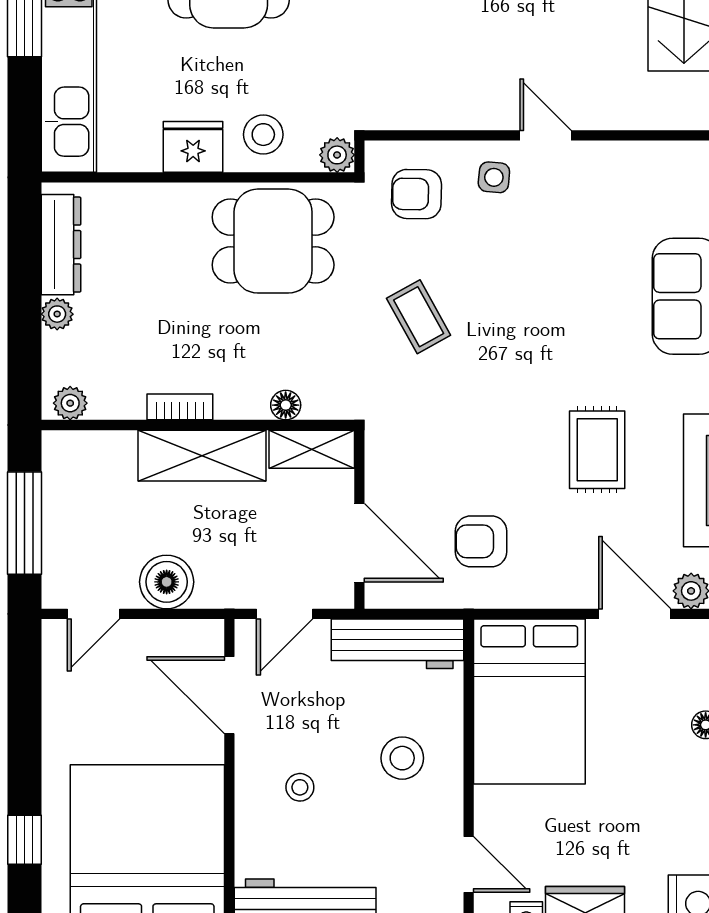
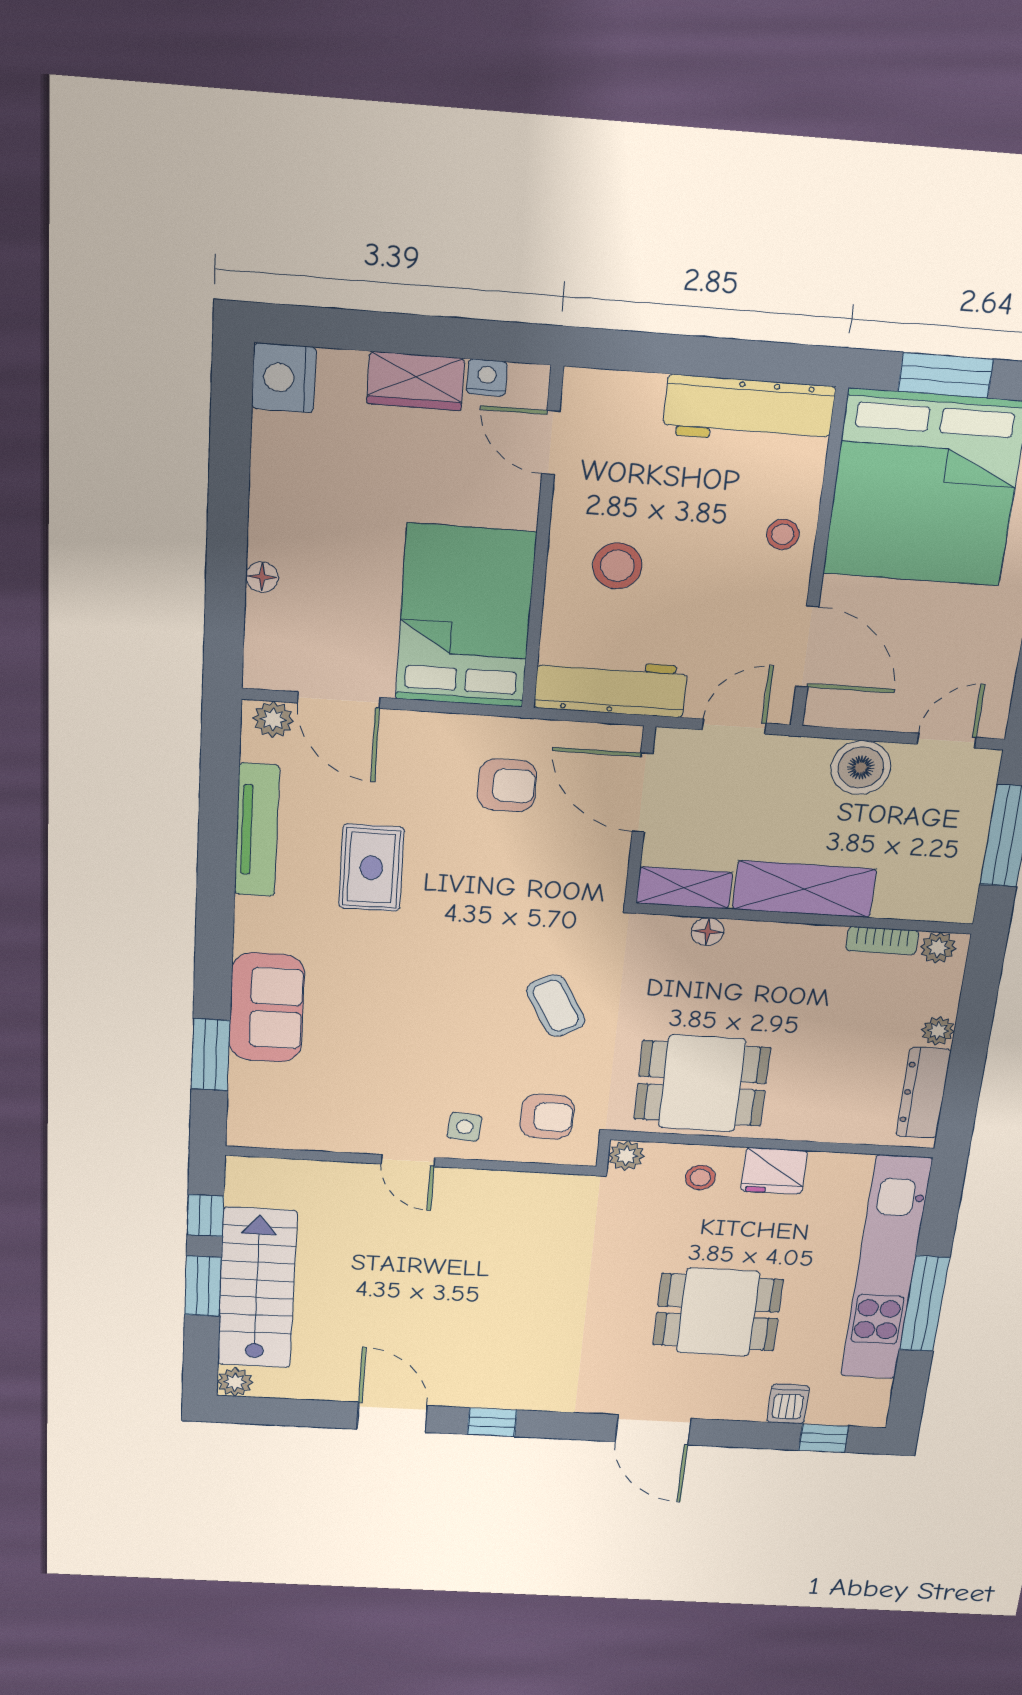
stool: (263, 135) -> (700, 1177), width x0.73, depth x0.73
bookcase: (180, 407) -> (882, 941), moved
stool: (300, 787) -> (783, 534), moved

